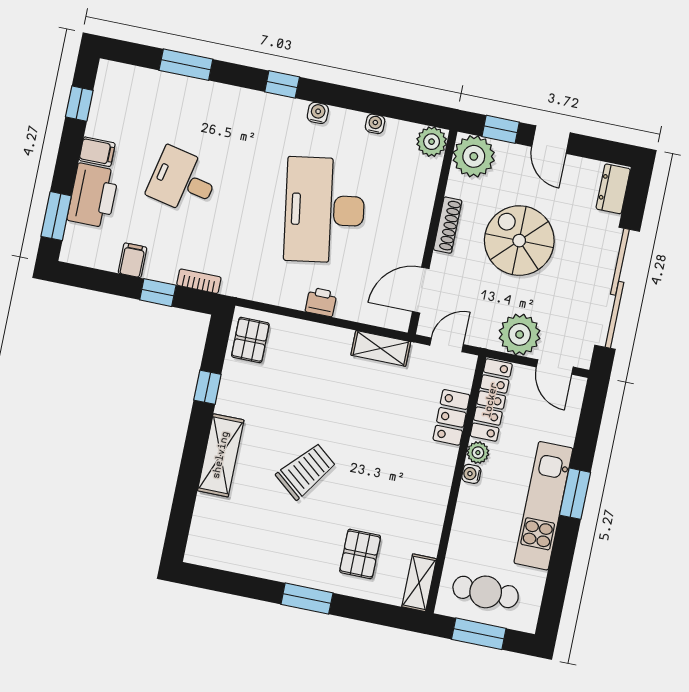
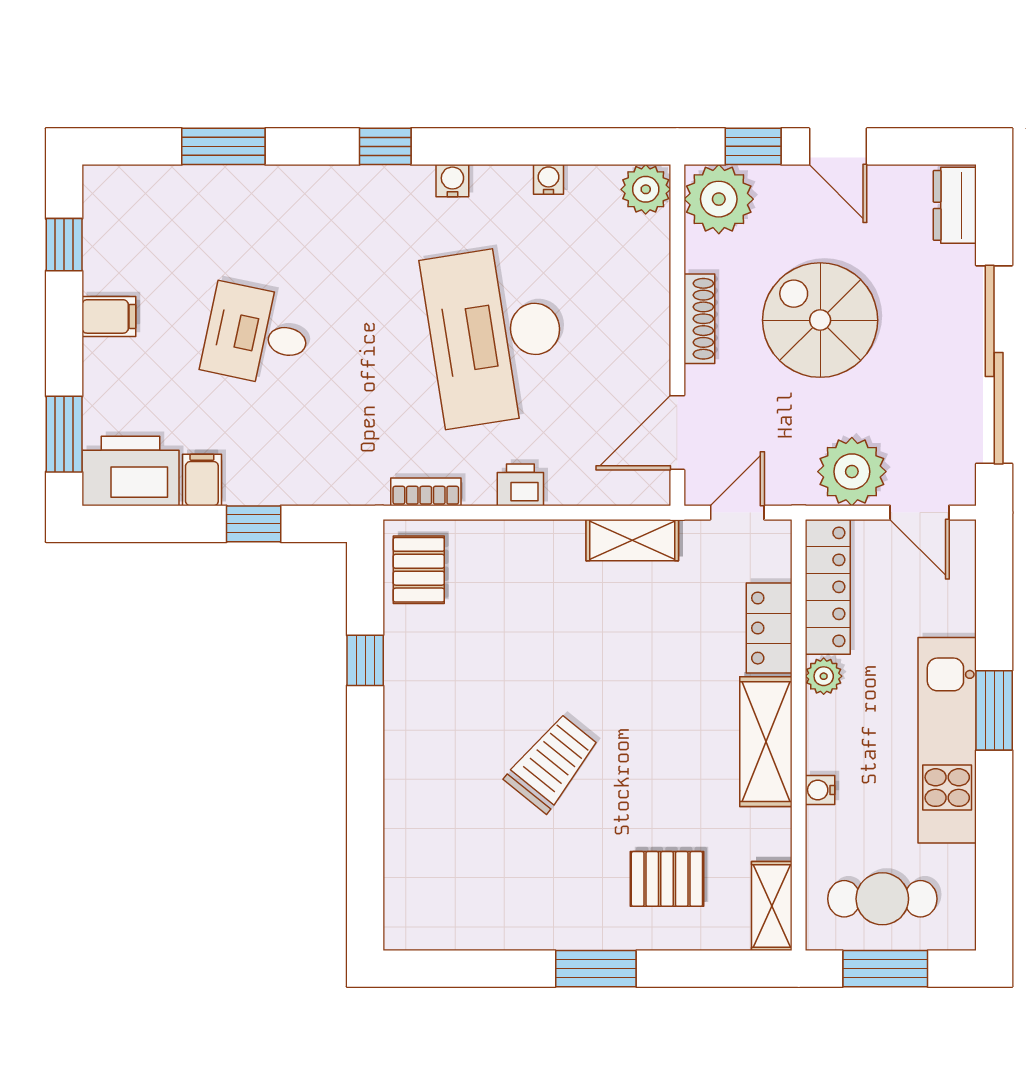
printer: (93, 196) -> (131, 471), moved, turned -90
bookcase: (199, 281) -> (426, 492), moved
shelving: (221, 455) -> (766, 742), moved
water cooler: (471, 474) -> (820, 790), moved
pallet: (360, 554) -> (667, 879), turned 90

